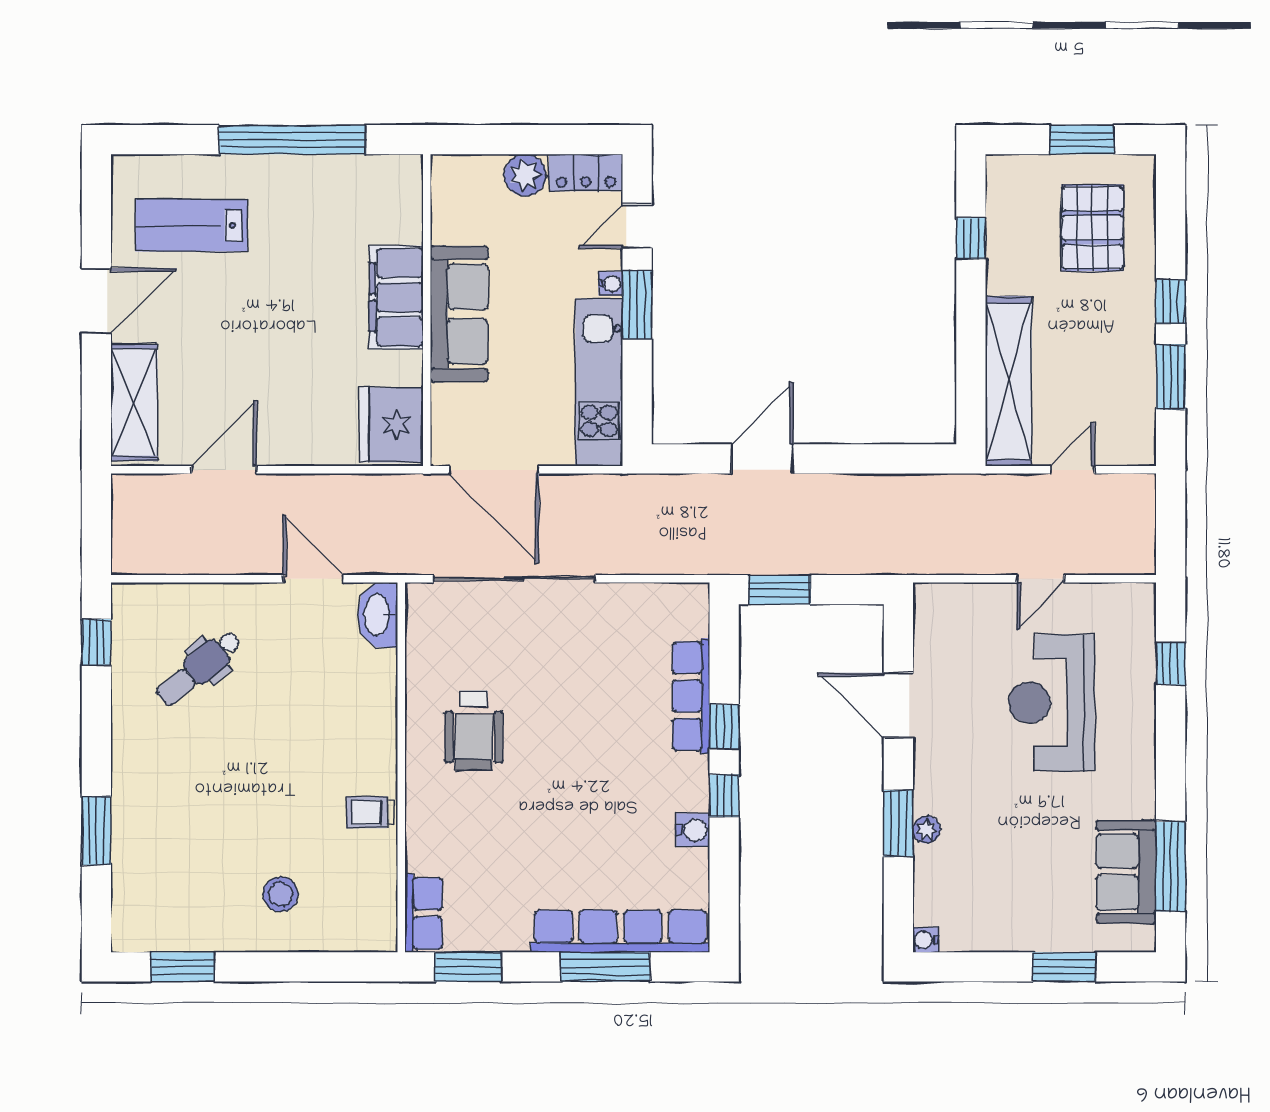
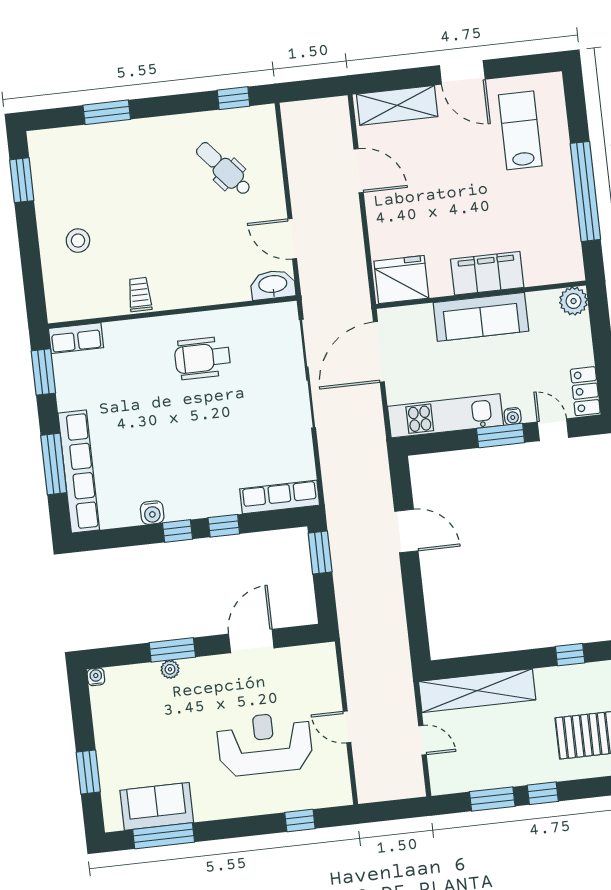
plant: (525, 175) -> (574, 301), moved
door: (313, 579) -> (292, 239), swing flipped
row of seats: (691, 696) -> (280, 497), moved

